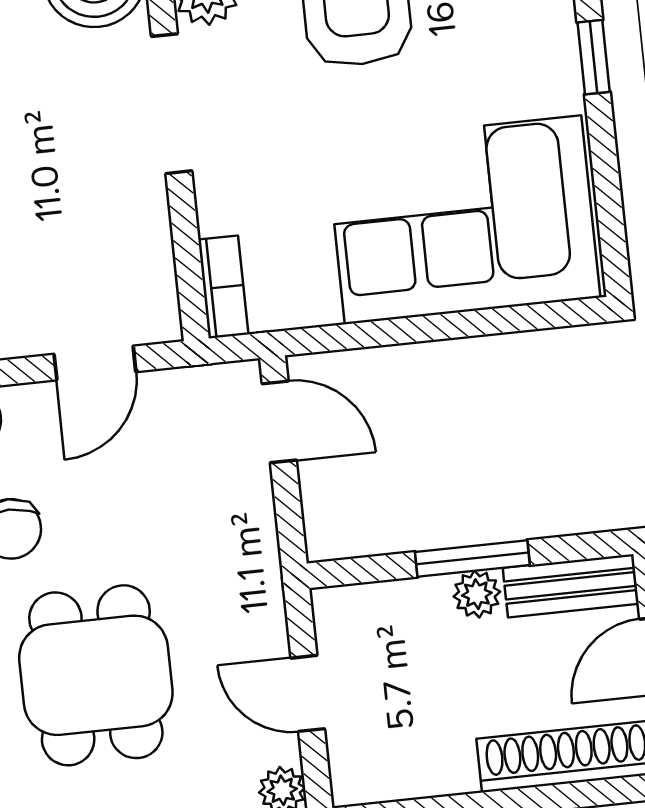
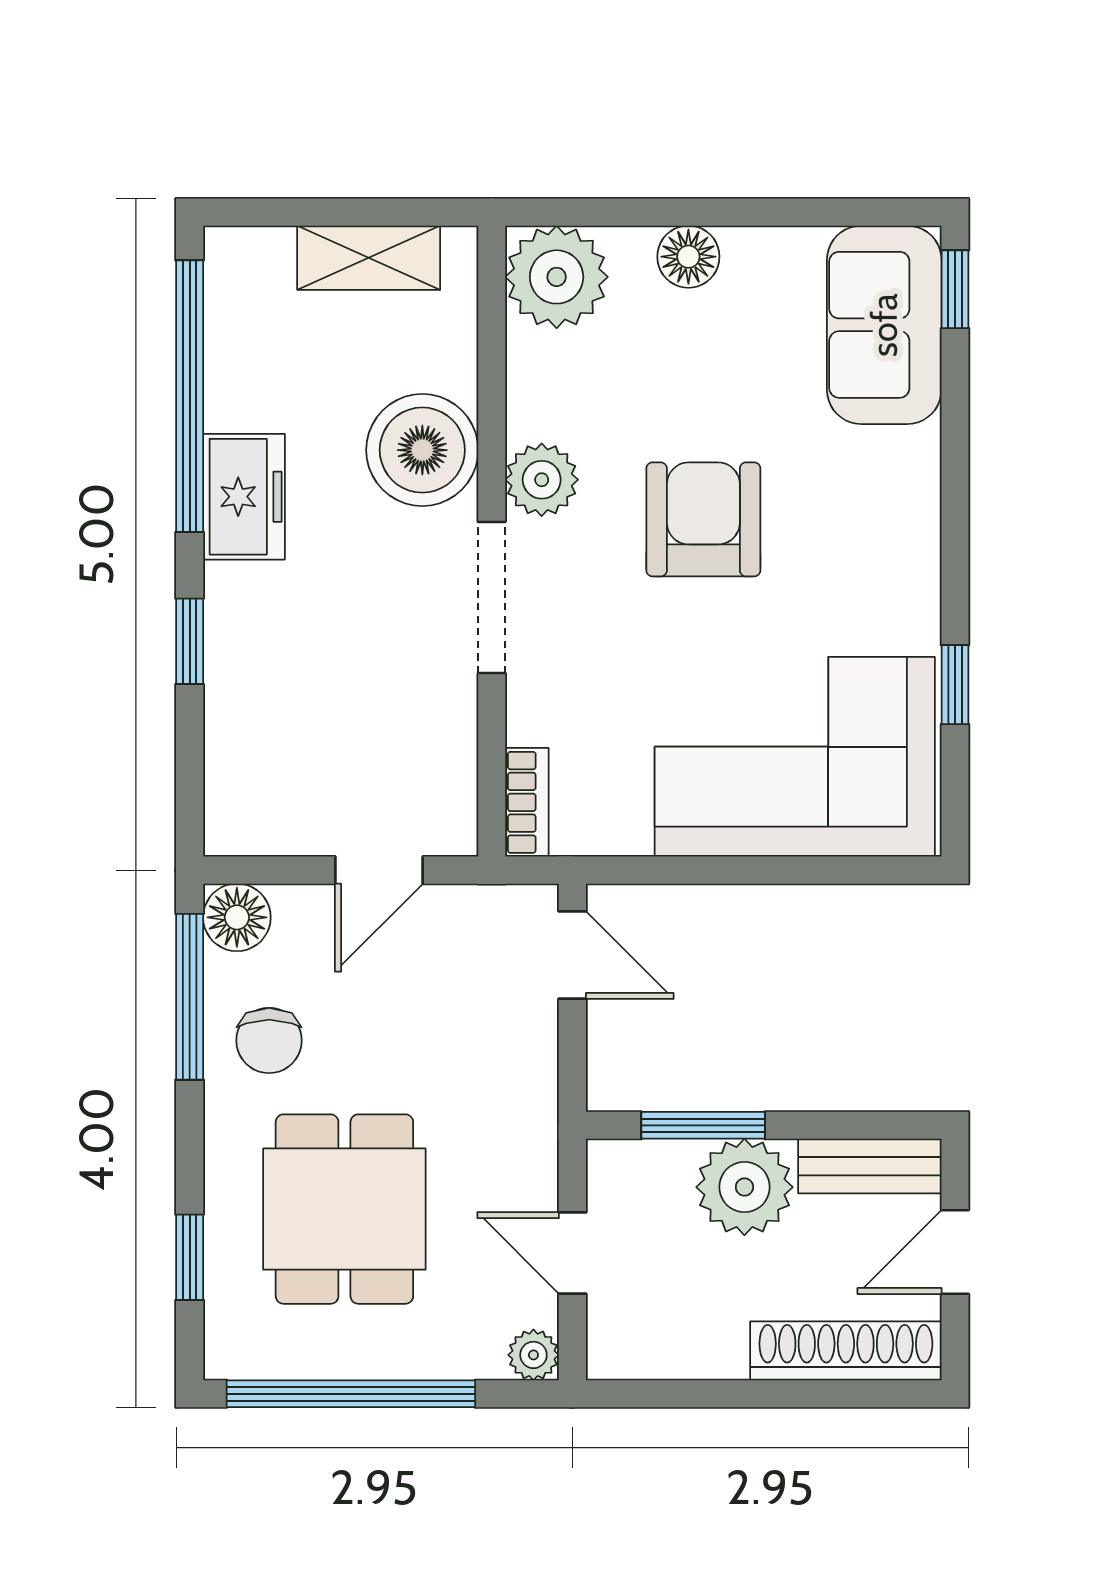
window: (594, 57) -> (955, 685), moved
window: (472, 558) -> (703, 1125), moved
plant: (477, 594) -> (744, 1187), width x1.87, depth x1.87

